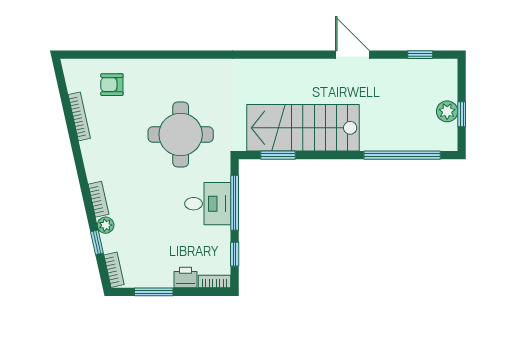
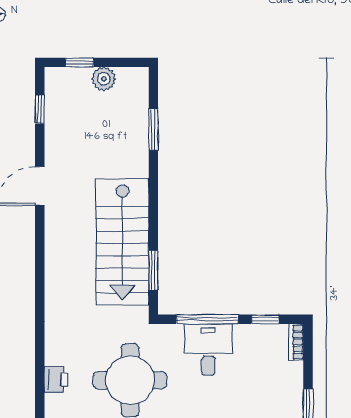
window: (462, 114) -> (80, 62), moved
window: (402, 155) -> (153, 130), width x0.47
printer: (185, 278) -> (56, 379), moved, turned 180

